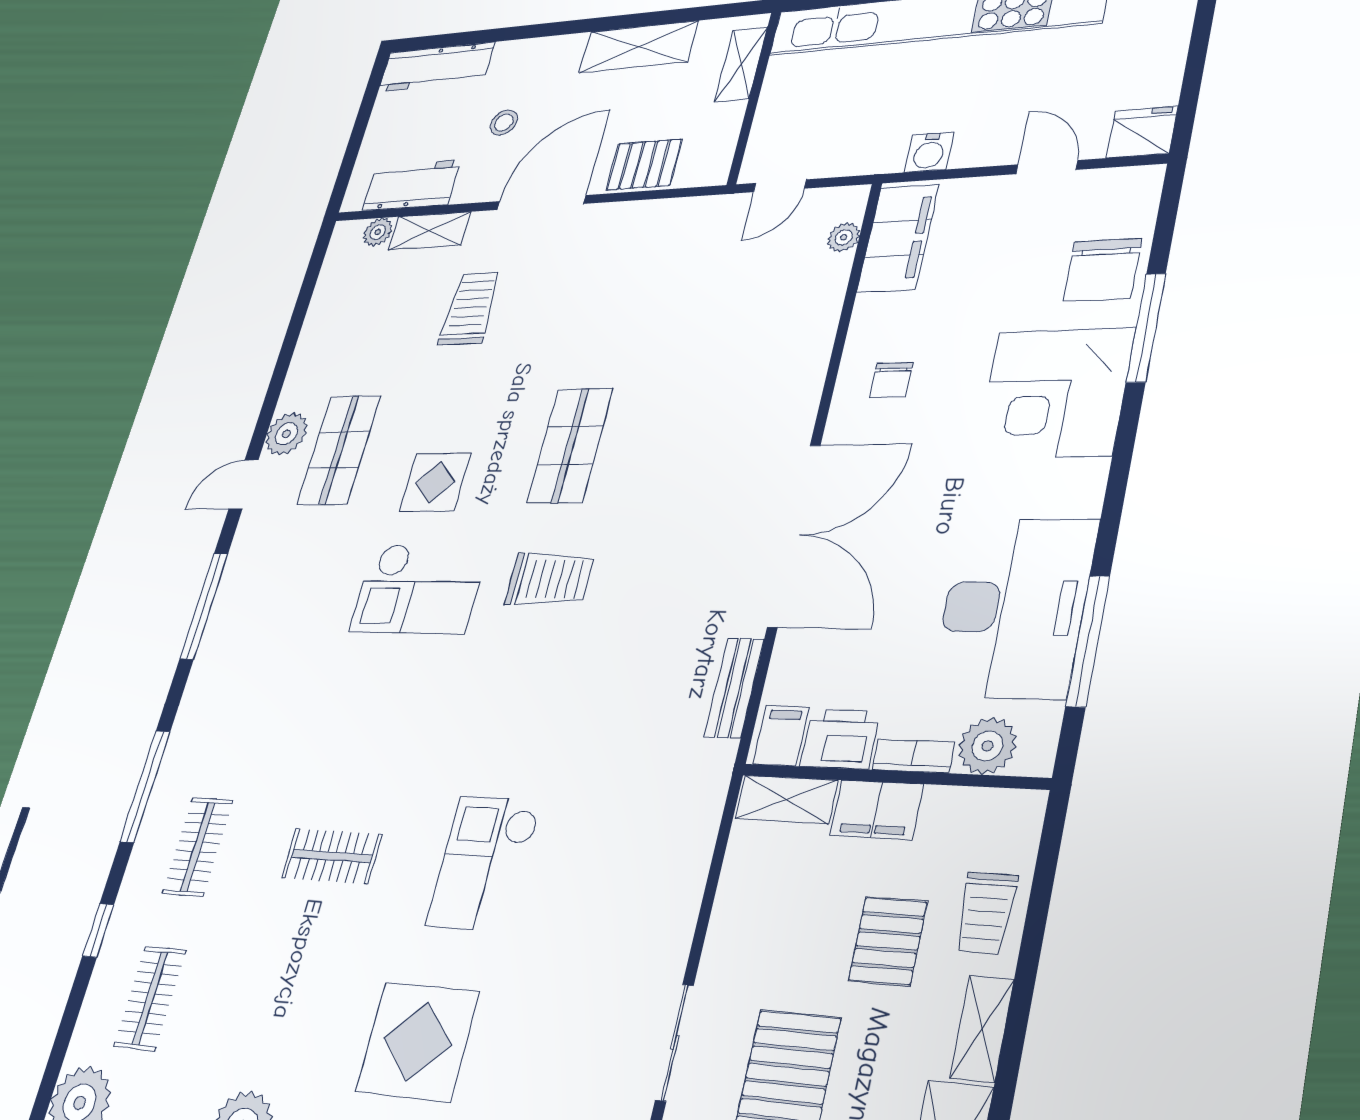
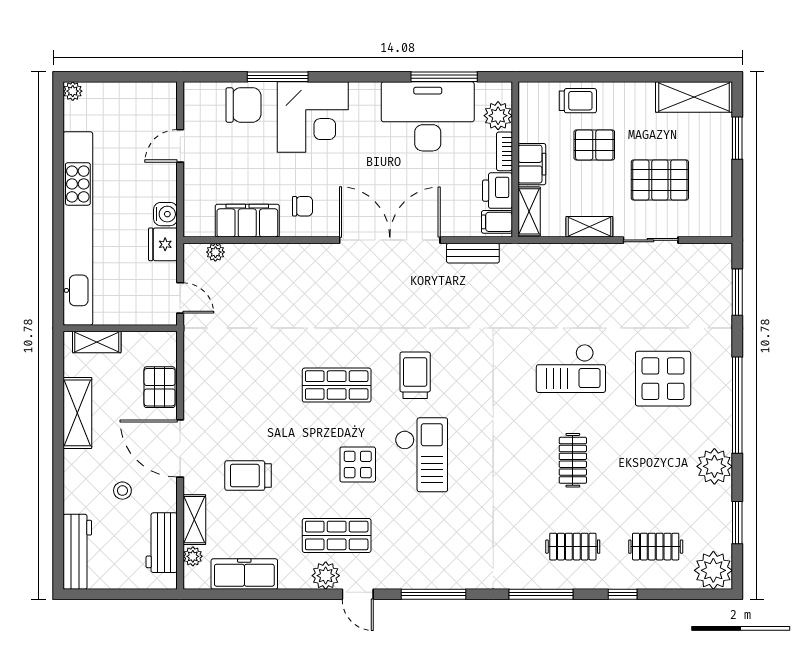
fridge: (1142, 132) -> (163, 244), moved
filing cabinet: (898, 238) -> (247, 221), moved
freezer: (328, 310) -> (244, 574), added
shelving: (982, 1029) -> (589, 227), moved

